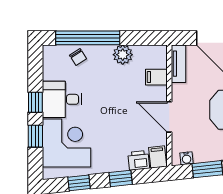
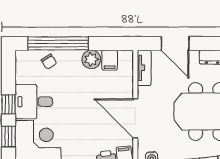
filing cabinet: (156, 77) -> (110, 60), moved, turned -90
door: (169, 117) -> (135, 118), width x1.36

